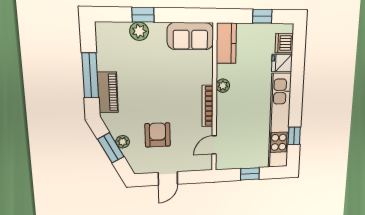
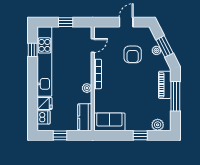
plant: (139, 31) -> (158, 125), moved

